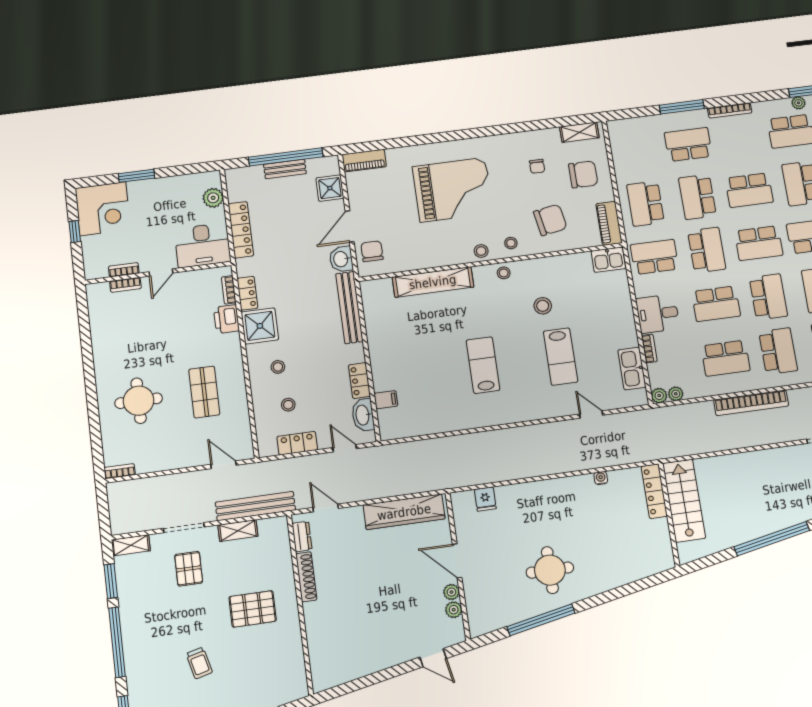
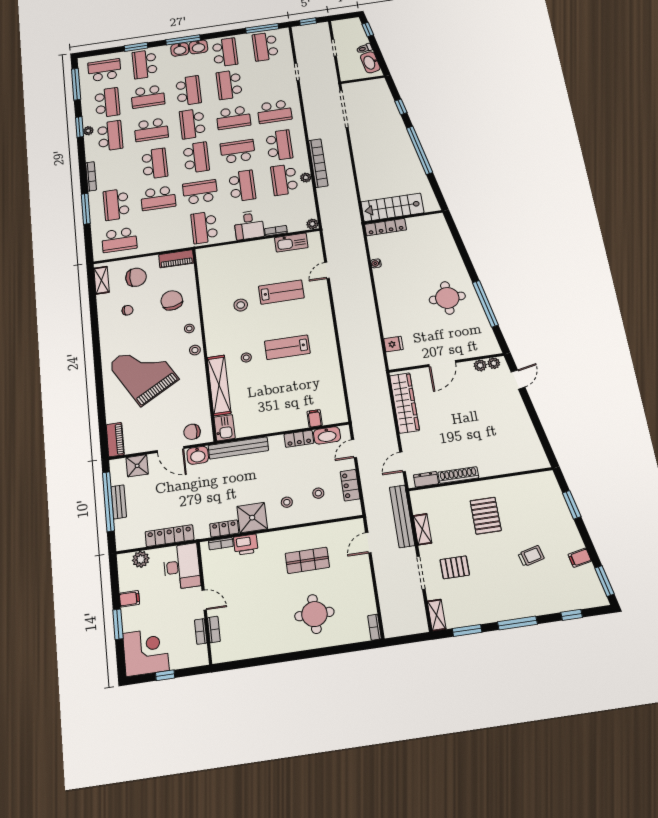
chair: (583, 174) -> (136, 277), turned 90
filing cabinet: (166, 187) -> (130, 599), added
grand piano: (453, 190) -> (143, 372), turned -30
school desk: (645, 204) -> (119, 240), moved
kitchen sink: (608, 260) -> (225, 428), moved
stool: (504, 273) -> (246, 358), moved
school desk: (778, 351) -> (279, 145), turned 90
school desk: (726, 358) -> (284, 180), turned 180
plant: (676, 394) -> (306, 178), moved
plant: (451, 592) -> (494, 363), moved
window: (117, 642) -> (517, 623), width x0.68

